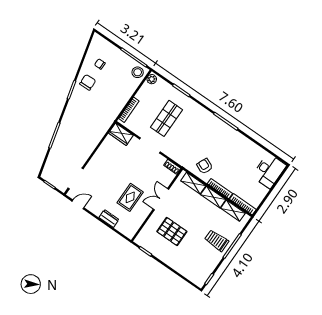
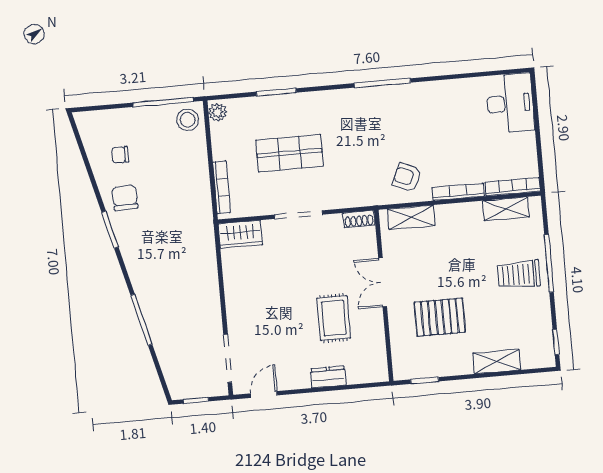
shop shelf: (167, 118) -> (289, 153), turned 90
shelving: (213, 197) -> (497, 362), moved

